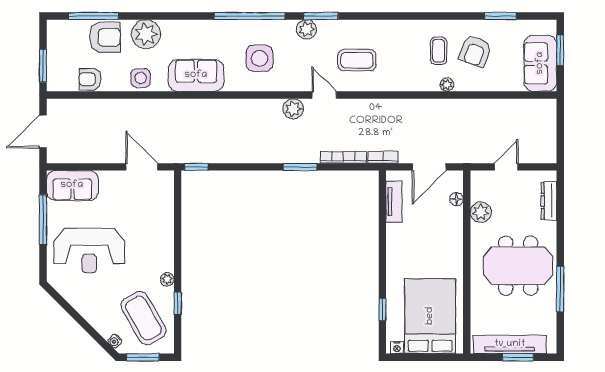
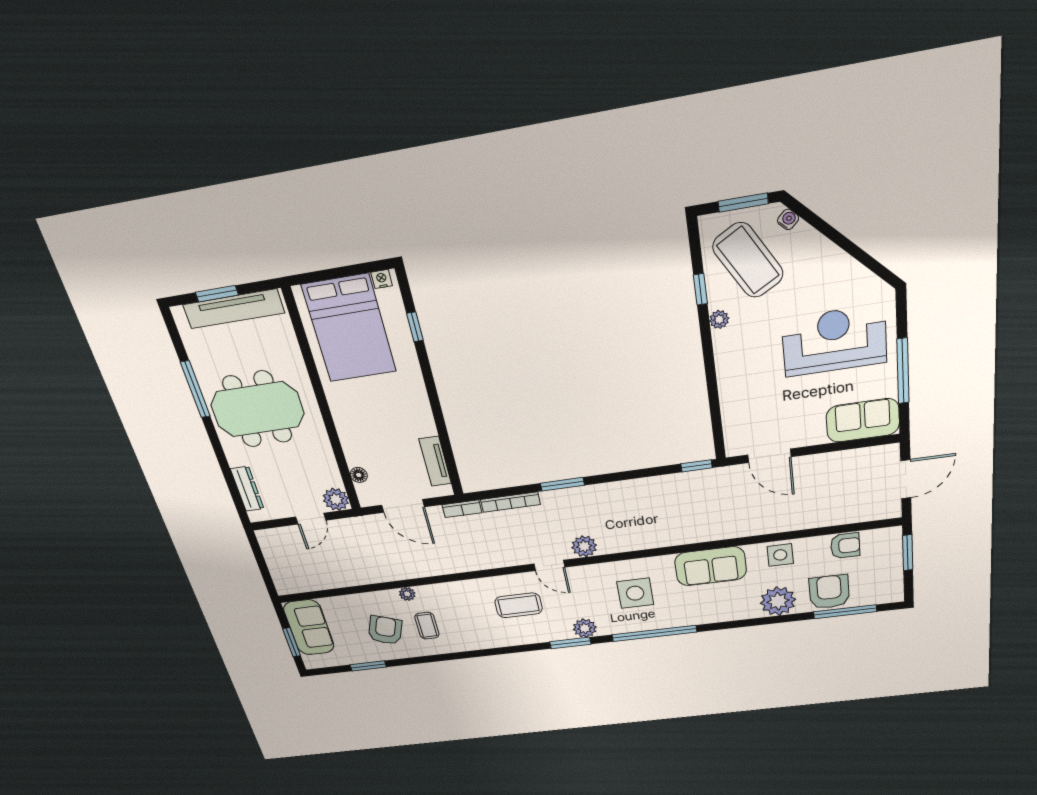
armchair: (105, 37) -> (829, 592), turned 90
door: (429, 167) -> (403, 506), swing flipped
plant: (481, 212) -> (336, 499), moved

